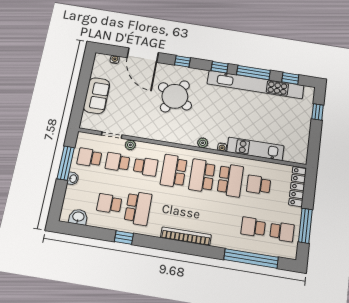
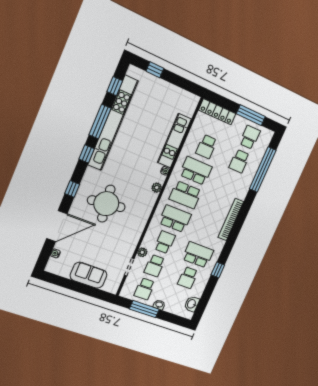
round table: (175, 96) -> (106, 204), turned -37
school desk: (174, 171) -> (175, 219), turned 180

